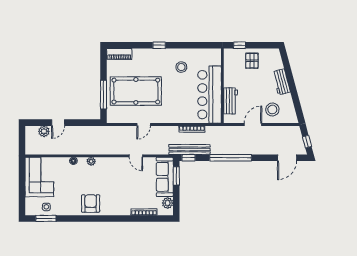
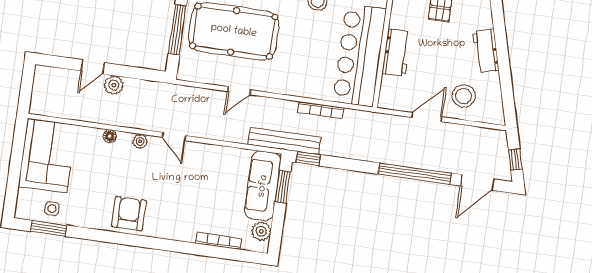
workbench: (231, 101) -> (397, 53), moved
plant: (44, 131) -> (114, 85), moved
bench: (189, 150) -> (284, 141), moved
door: (136, 156) -> (174, 136), moved
window: (231, 158) -> (415, 174), moved

